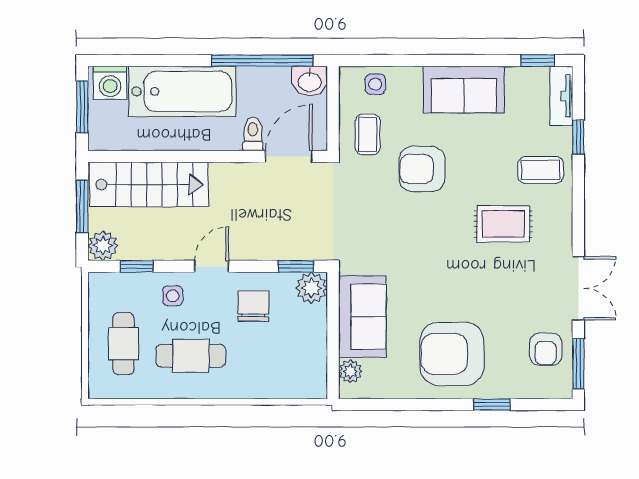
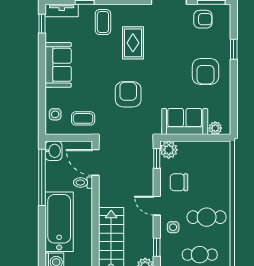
armchair: (422, 169) -> (128, 94), moved, turned 180
armchair: (452, 354) -> (205, 72), width x0.73, depth x0.73
cafe table: (191, 356) -> (207, 217), turned 90

